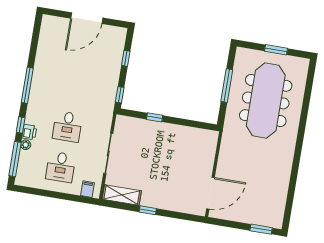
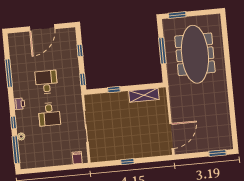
window: (276, 50) -> (177, 15), moved
window: (27, 85) -> (9, 73), moved
printer: (29, 132) -> (19, 104), moved
desk: (61, 167) -> (46, 82), moved, turned 180
shelving: (122, 195) -> (144, 95), moved

